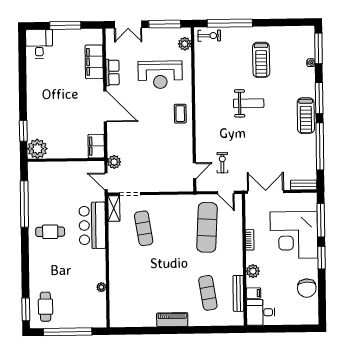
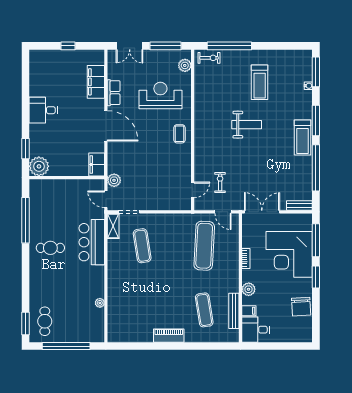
window: (65, 25) -> (68, 46), width x0.46
desk: (39, 44) -> (43, 110), moved, turned -90
reception desk: (160, 75) -> (160, 96), turned 180

